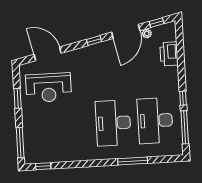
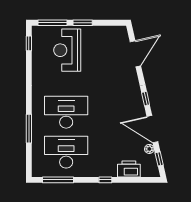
reception desk: (49, 88) -> (67, 50), moved
window: (18, 98) -> (83, 23), moved
window: (183, 98) -> (105, 180), moved

